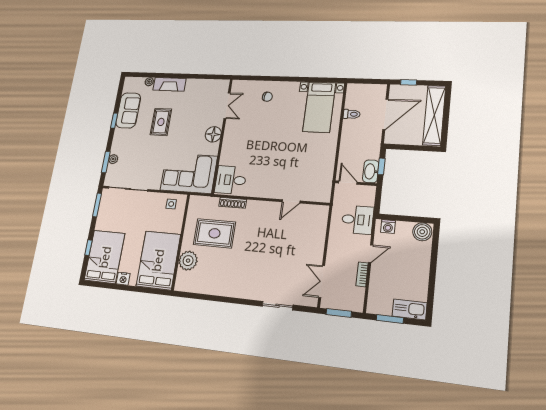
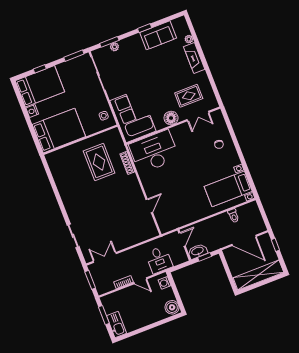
rug: (161, 122) -> (189, 96), moved
desk: (231, 180) -> (154, 152), width x1.87, depth x1.30
door: (291, 201) -> (149, 206), swing flipped
plant: (188, 261) -> (70, 153), removed

